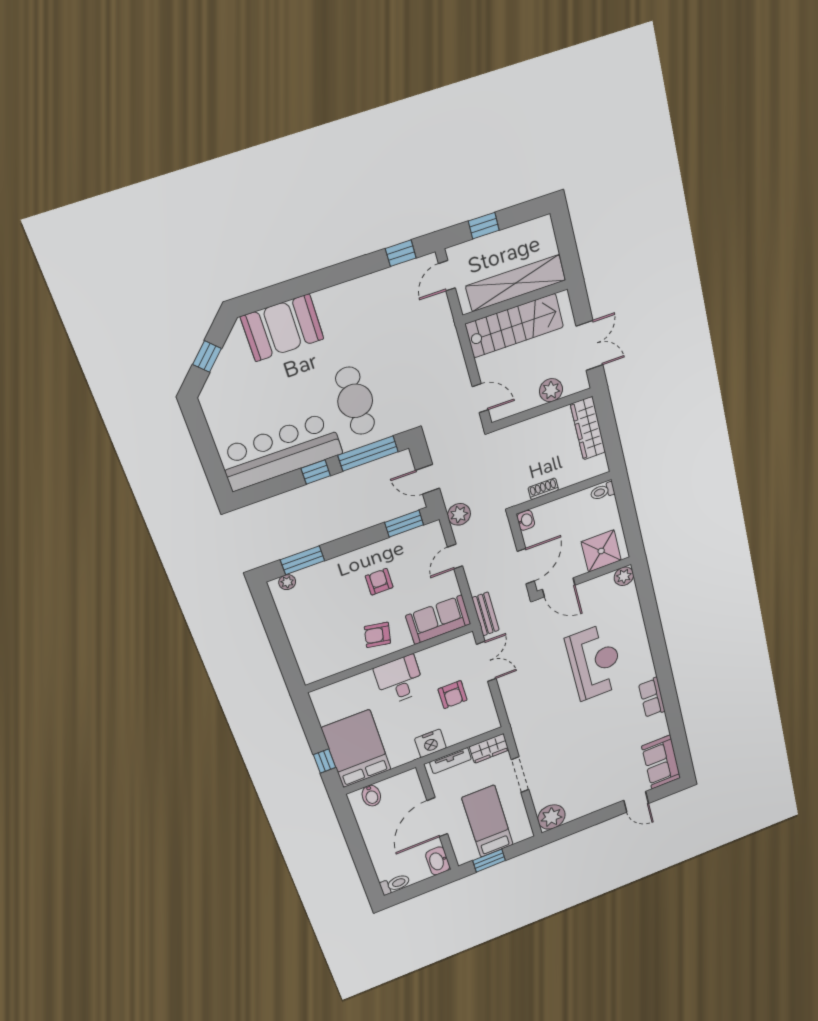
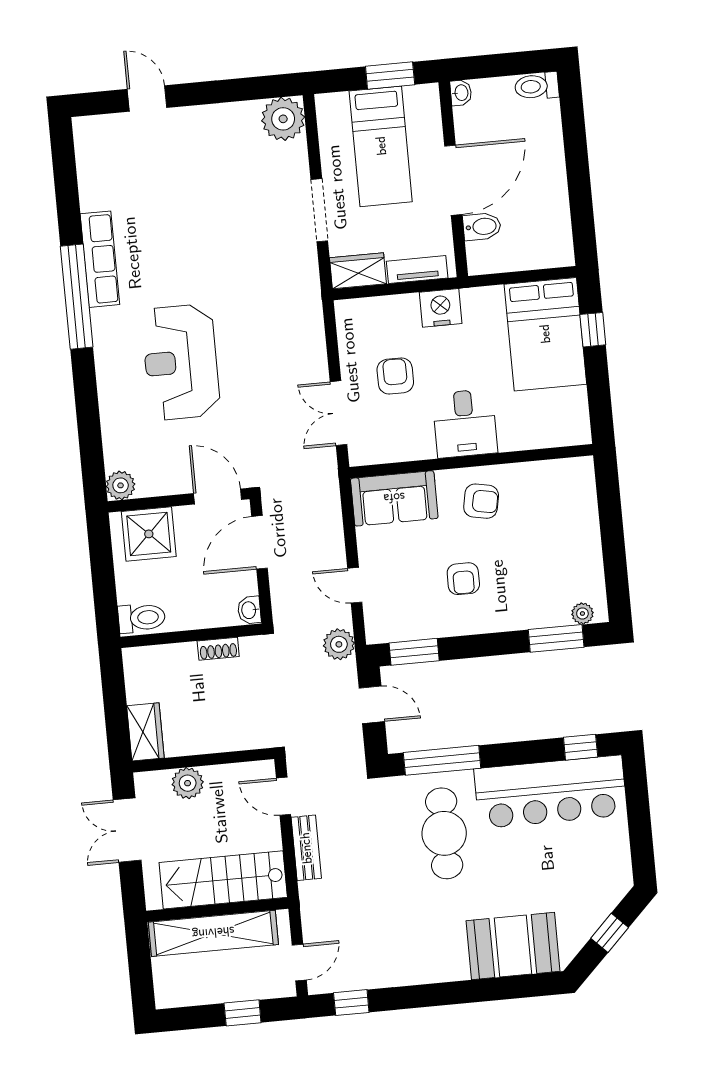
wardrobe: (588, 428) -> (145, 732), width x0.67
window: (316, 472) -> (581, 747), moved
toilet: (602, 491) -> (142, 618), width x1.37, depth x1.39
door: (455, 557) -> (355, 585), swing flipped
bench: (485, 614) -> (306, 848), moved
window: (666, 680) -> (77, 297), added
row of seats: (652, 698) -> (100, 259), width x1.48
sofa: (661, 762) -> (99, 156), removed
bidet: (371, 796) -> (482, 227), moved, turned 90
washbasin: (438, 861) -> (461, 93), width x0.52, depth x0.69

